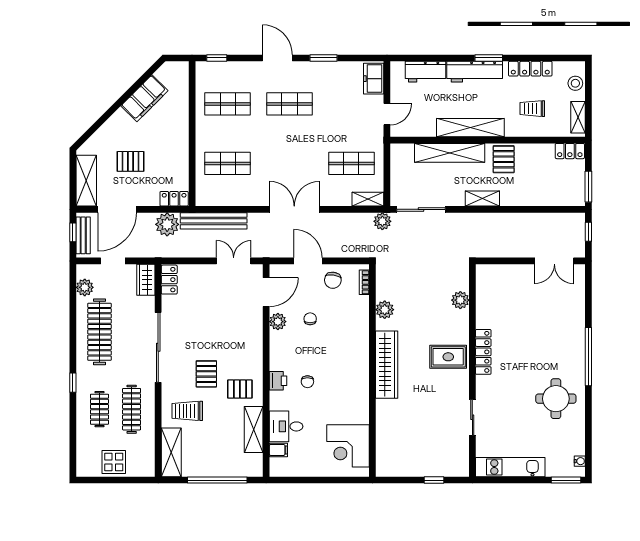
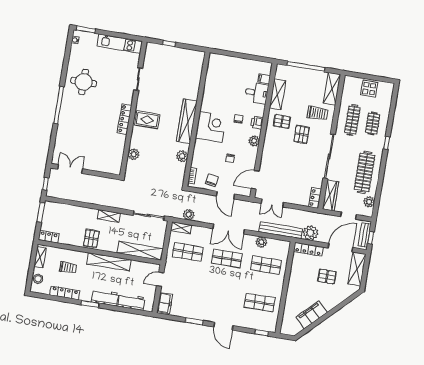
workbench: (475, 72) -> (105, 298), width x0.73
shop shelf: (290, 104) -> (227, 258), moved
shelving: (450, 153) -> (140, 251), moved
plant: (240, 198) -> (261, 242), added
locker: (174, 199) -> (308, 249), width x1.53
plant: (382, 221) -> (189, 215), moved
wardrobe: (146, 280) -> (331, 195), width x1.50
plant: (278, 322) -> (254, 141), moved
corner desk: (348, 446) -> (211, 127), moved

